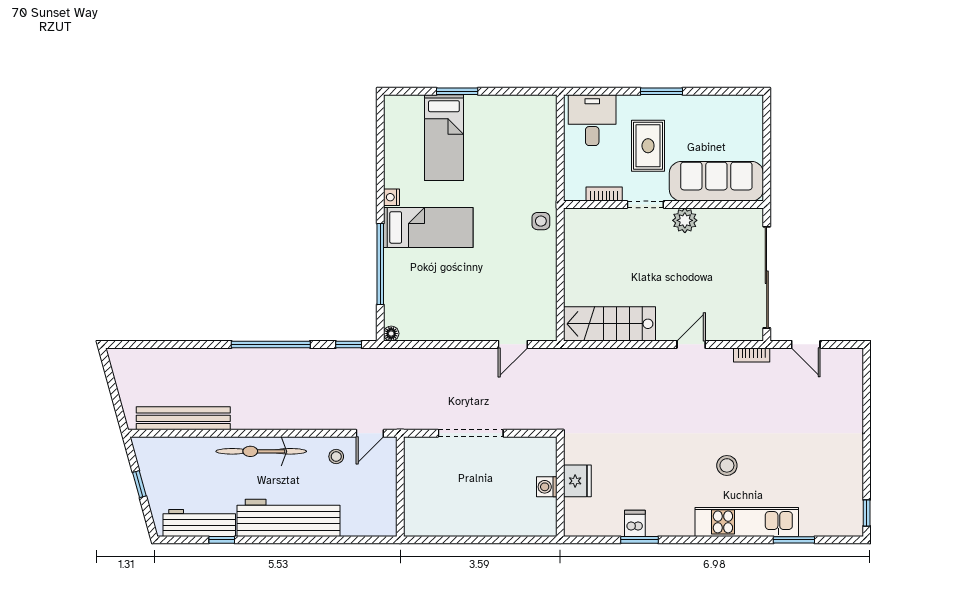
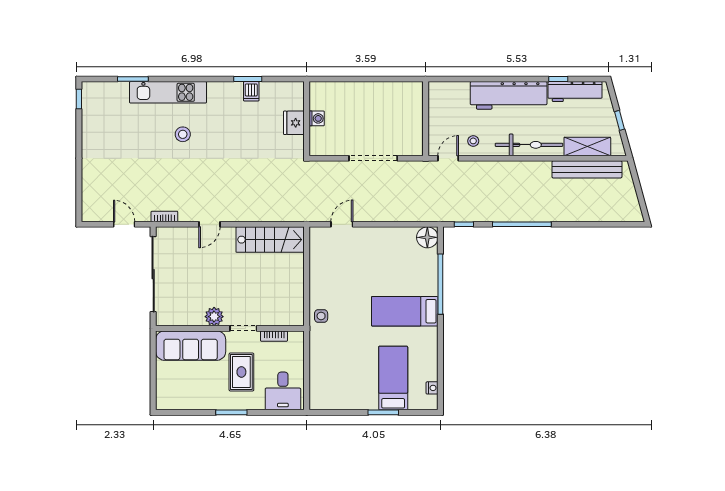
nightstand: (392, 197) -> (432, 388), moved
floor lamp: (391, 334) -> (427, 237), width x1.89, depth x1.89
shelving: (183, 449) -> (587, 146), added

